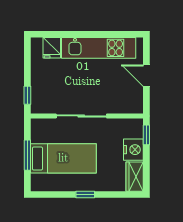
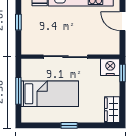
window: (27, 95) -> (18, 22), moved
nightstand: (133, 150) -> (110, 67), moved, turned -90

